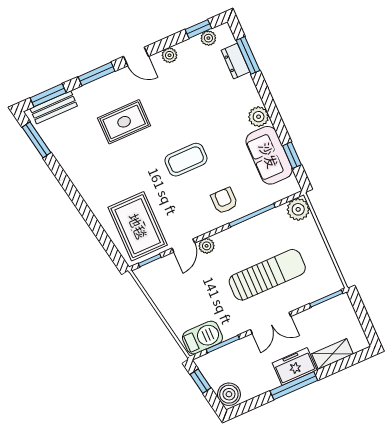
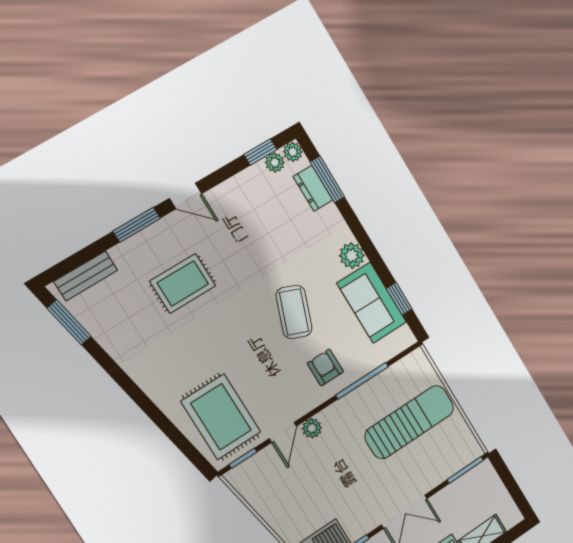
plant: (169, 55) -> (293, 152), moved
window: (48, 95) -> (76, 261), removed
coffee table: (186, 160) -> (294, 312), moved, turned -69
plant: (298, 209) -> (416, 365), removed
sun lounger: (267, 275) -> (409, 422), moved

